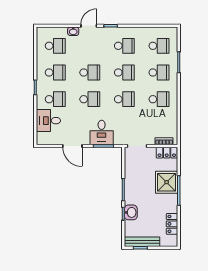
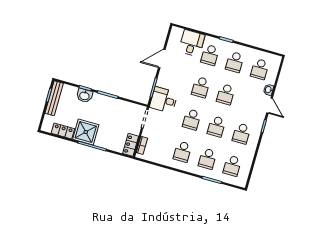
desk: (102, 132) -> (164, 100), moved
shower: (167, 182) -> (86, 132), moved

